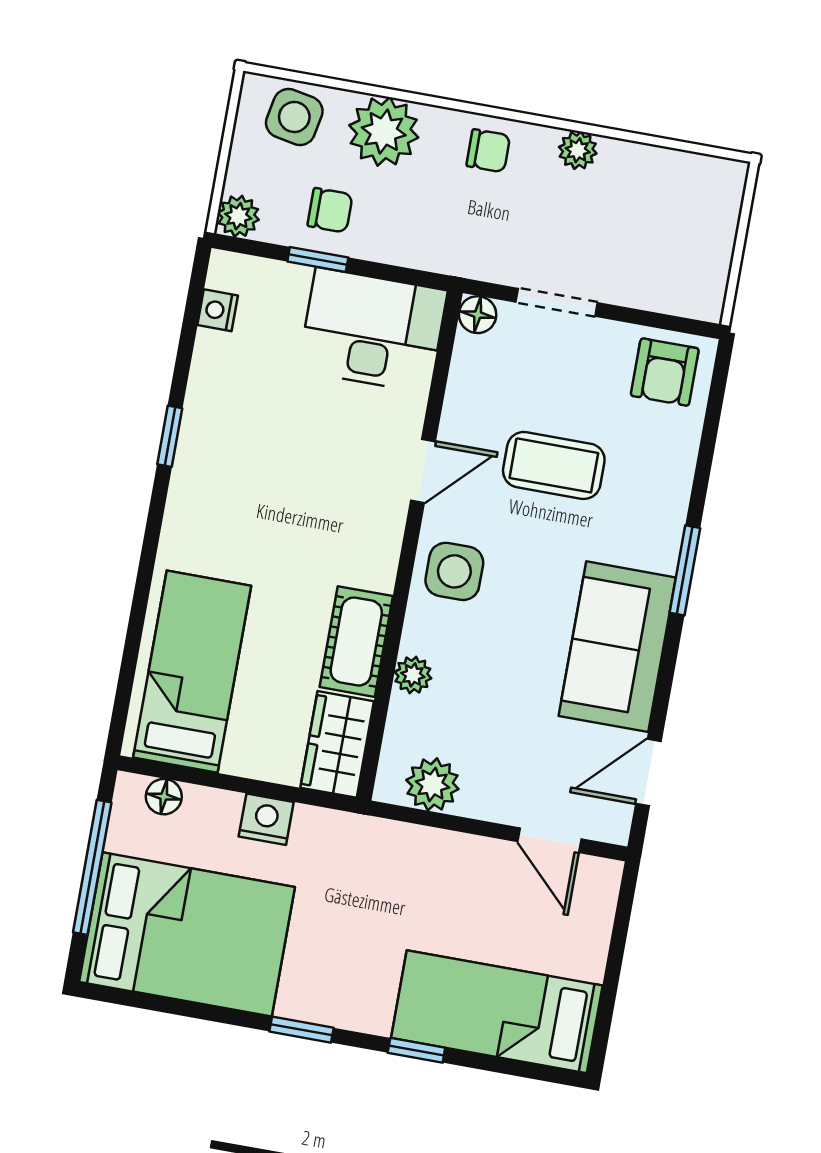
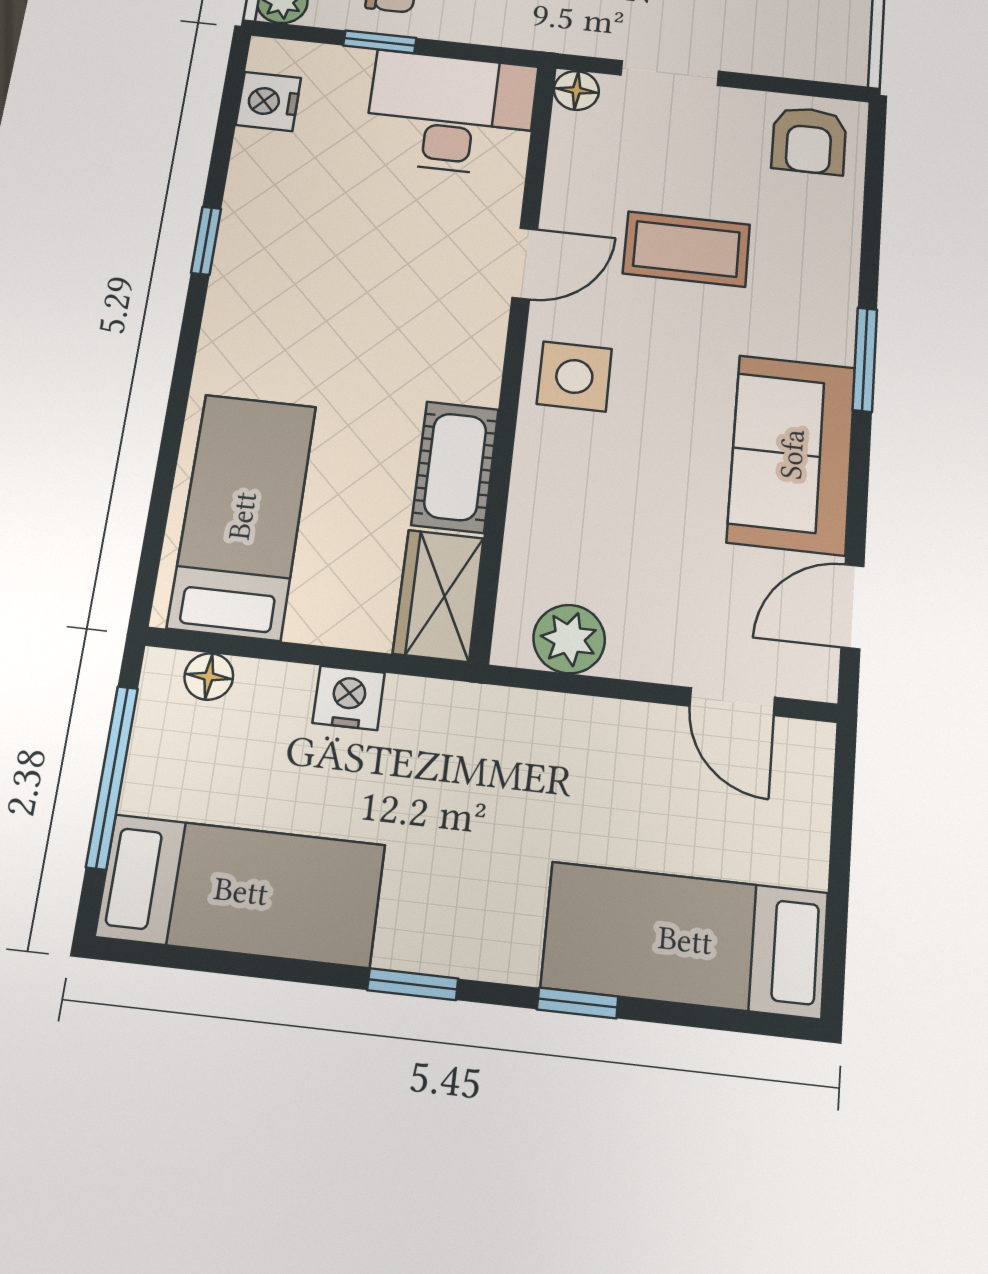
nightstand: (218, 310) -> (268, 101), width x1.39, depth x1.35
plant: (413, 675) -> (532, 503), removed
bed: (187, 934) -> (241, 891), width x0.67

